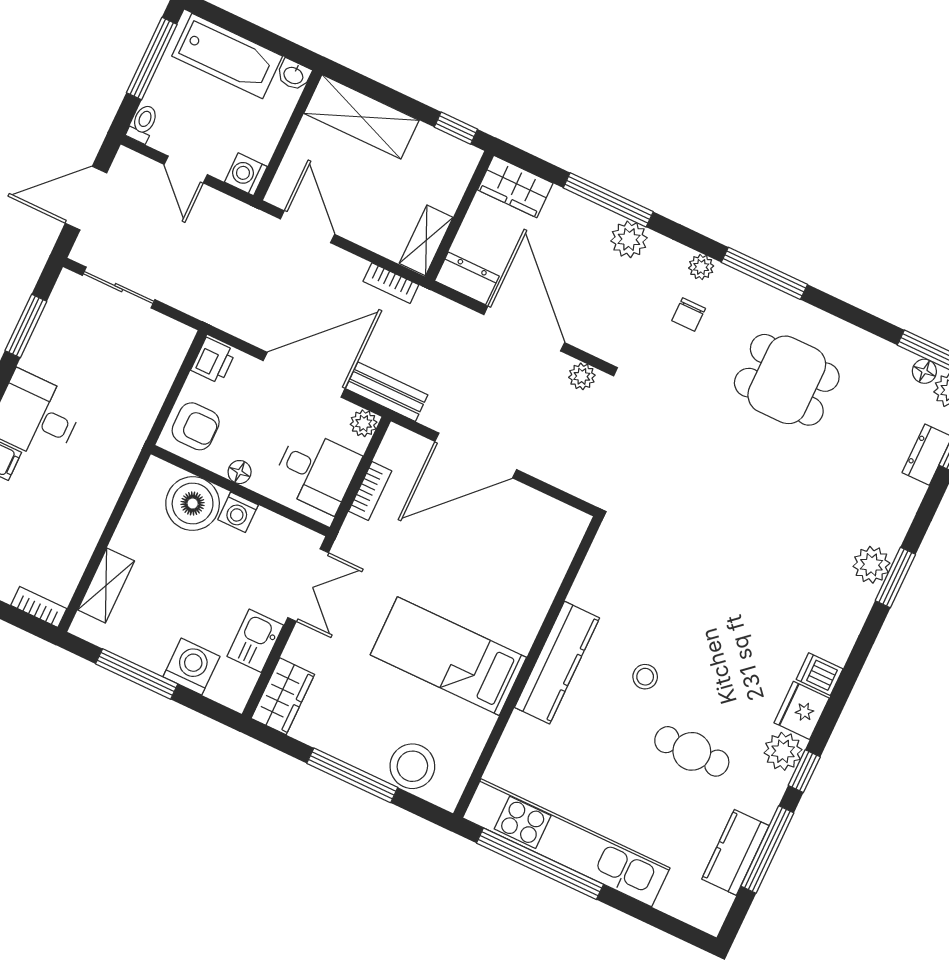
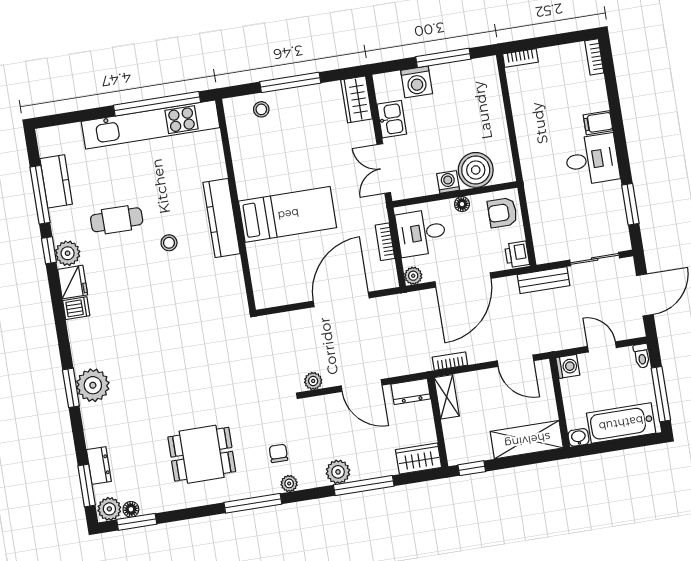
door: (524, 329) -> (362, 385), width x0.73
bench: (387, 392) -> (543, 280), moved
plant: (871, 565) -> (93, 385), width x1.36, depth x1.36
shelving: (106, 585) -> (492, 94), removed
bed: (448, 656) -> (288, 214), moved
stool: (412, 766) -> (261, 109), width x0.53, depth x0.53

